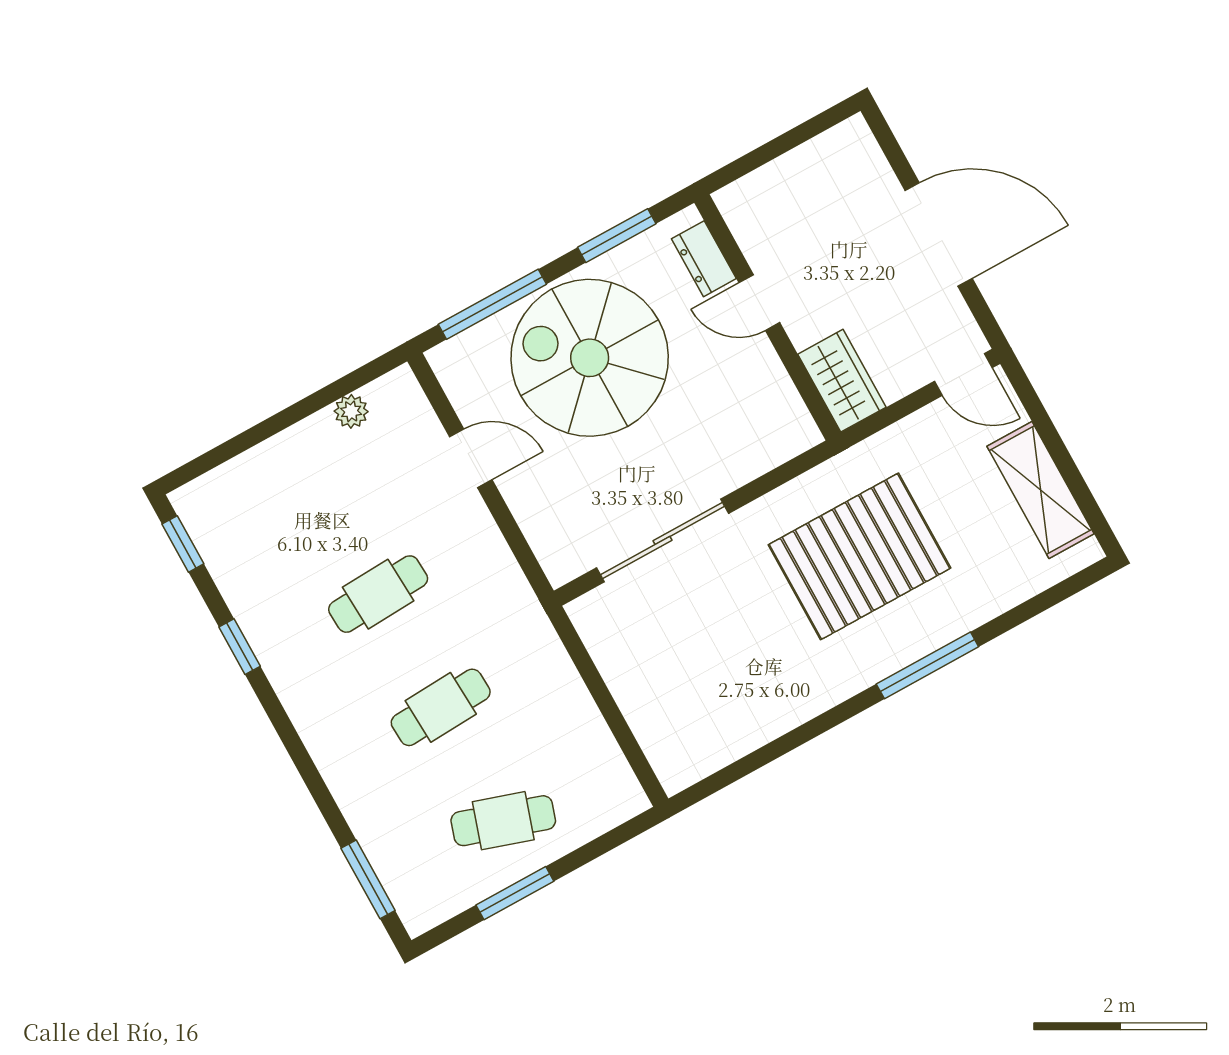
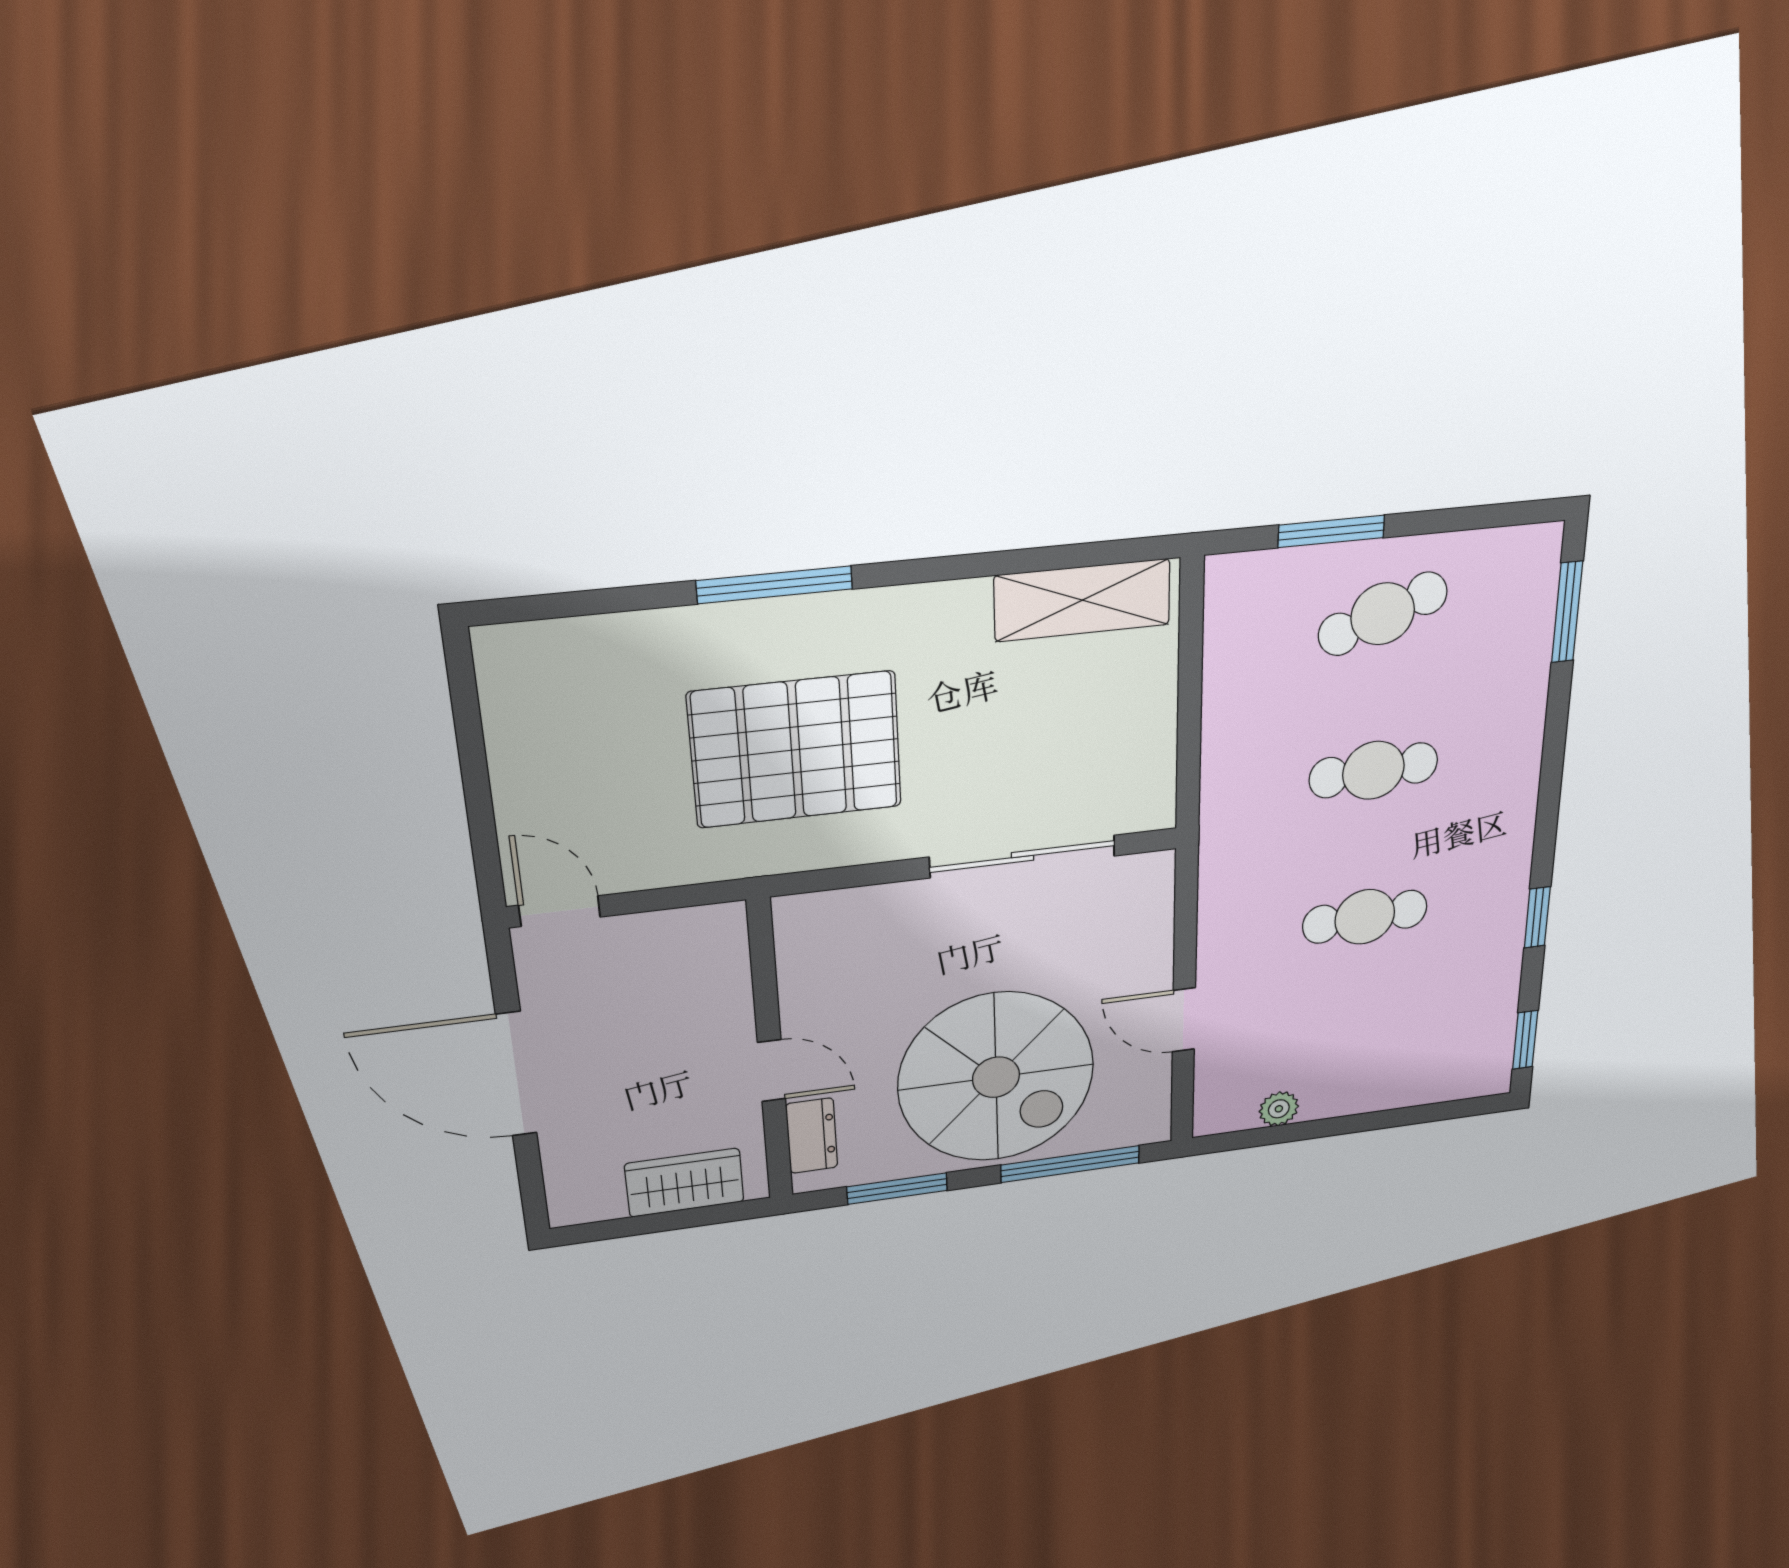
wardrobe: (842, 381) -> (684, 1183), moved, turned 90
shelving: (1040, 490) -> (1082, 600), moved, turned 90
cafe table: (503, 821) -> (1383, 614), turned -39
window: (515, 893) -> (1331, 531), moved

